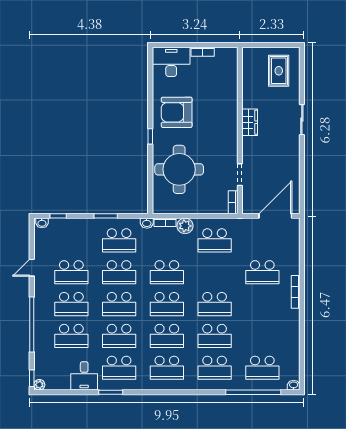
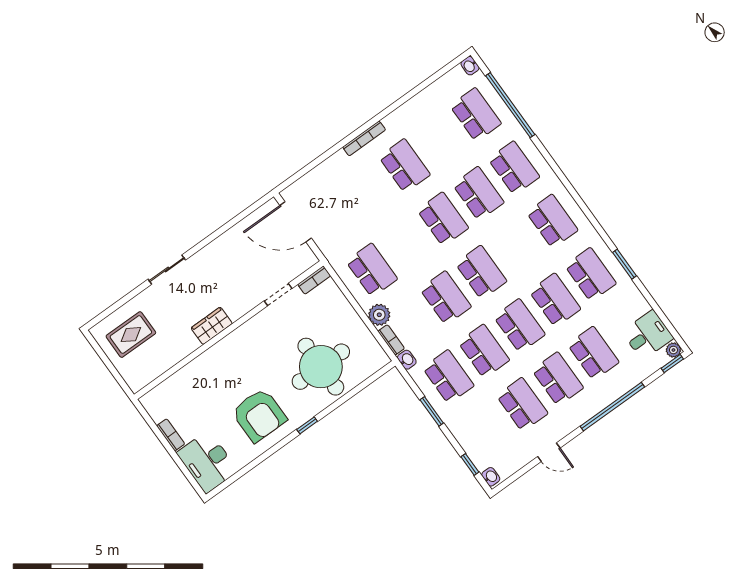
school desk: (262, 272) -> (405, 166), moved
school desk: (167, 336) -> (517, 247), removed
desk: (84, 376) -> (648, 335), moved

